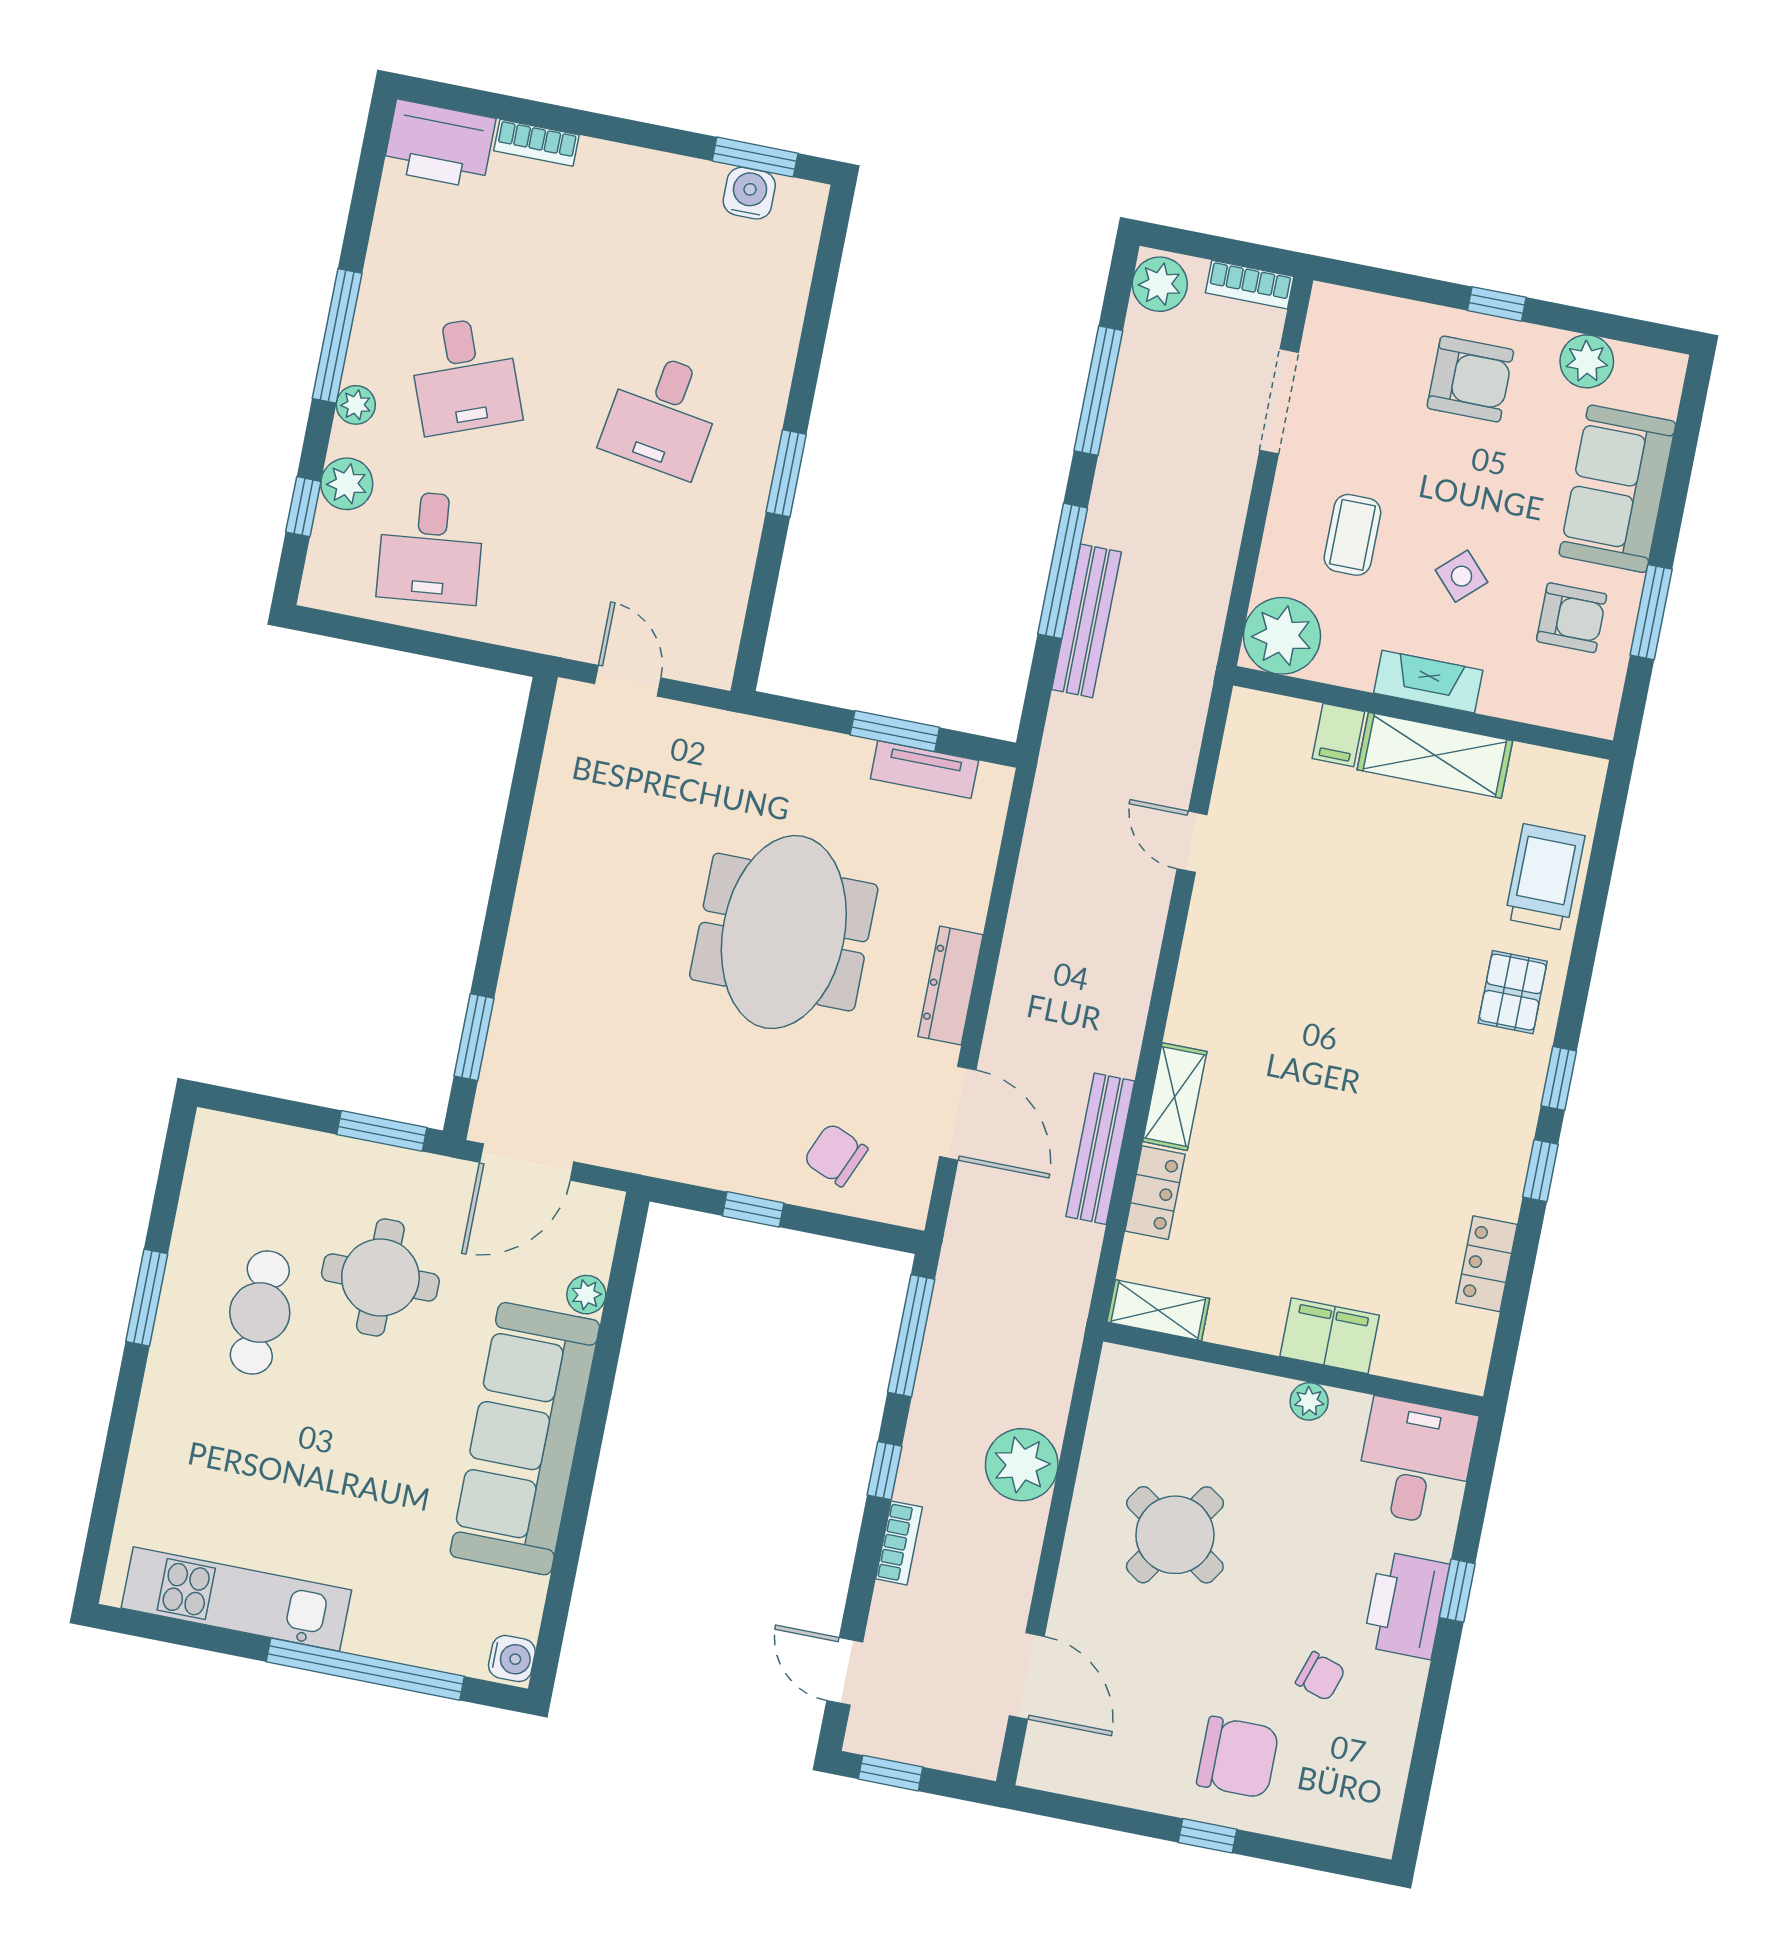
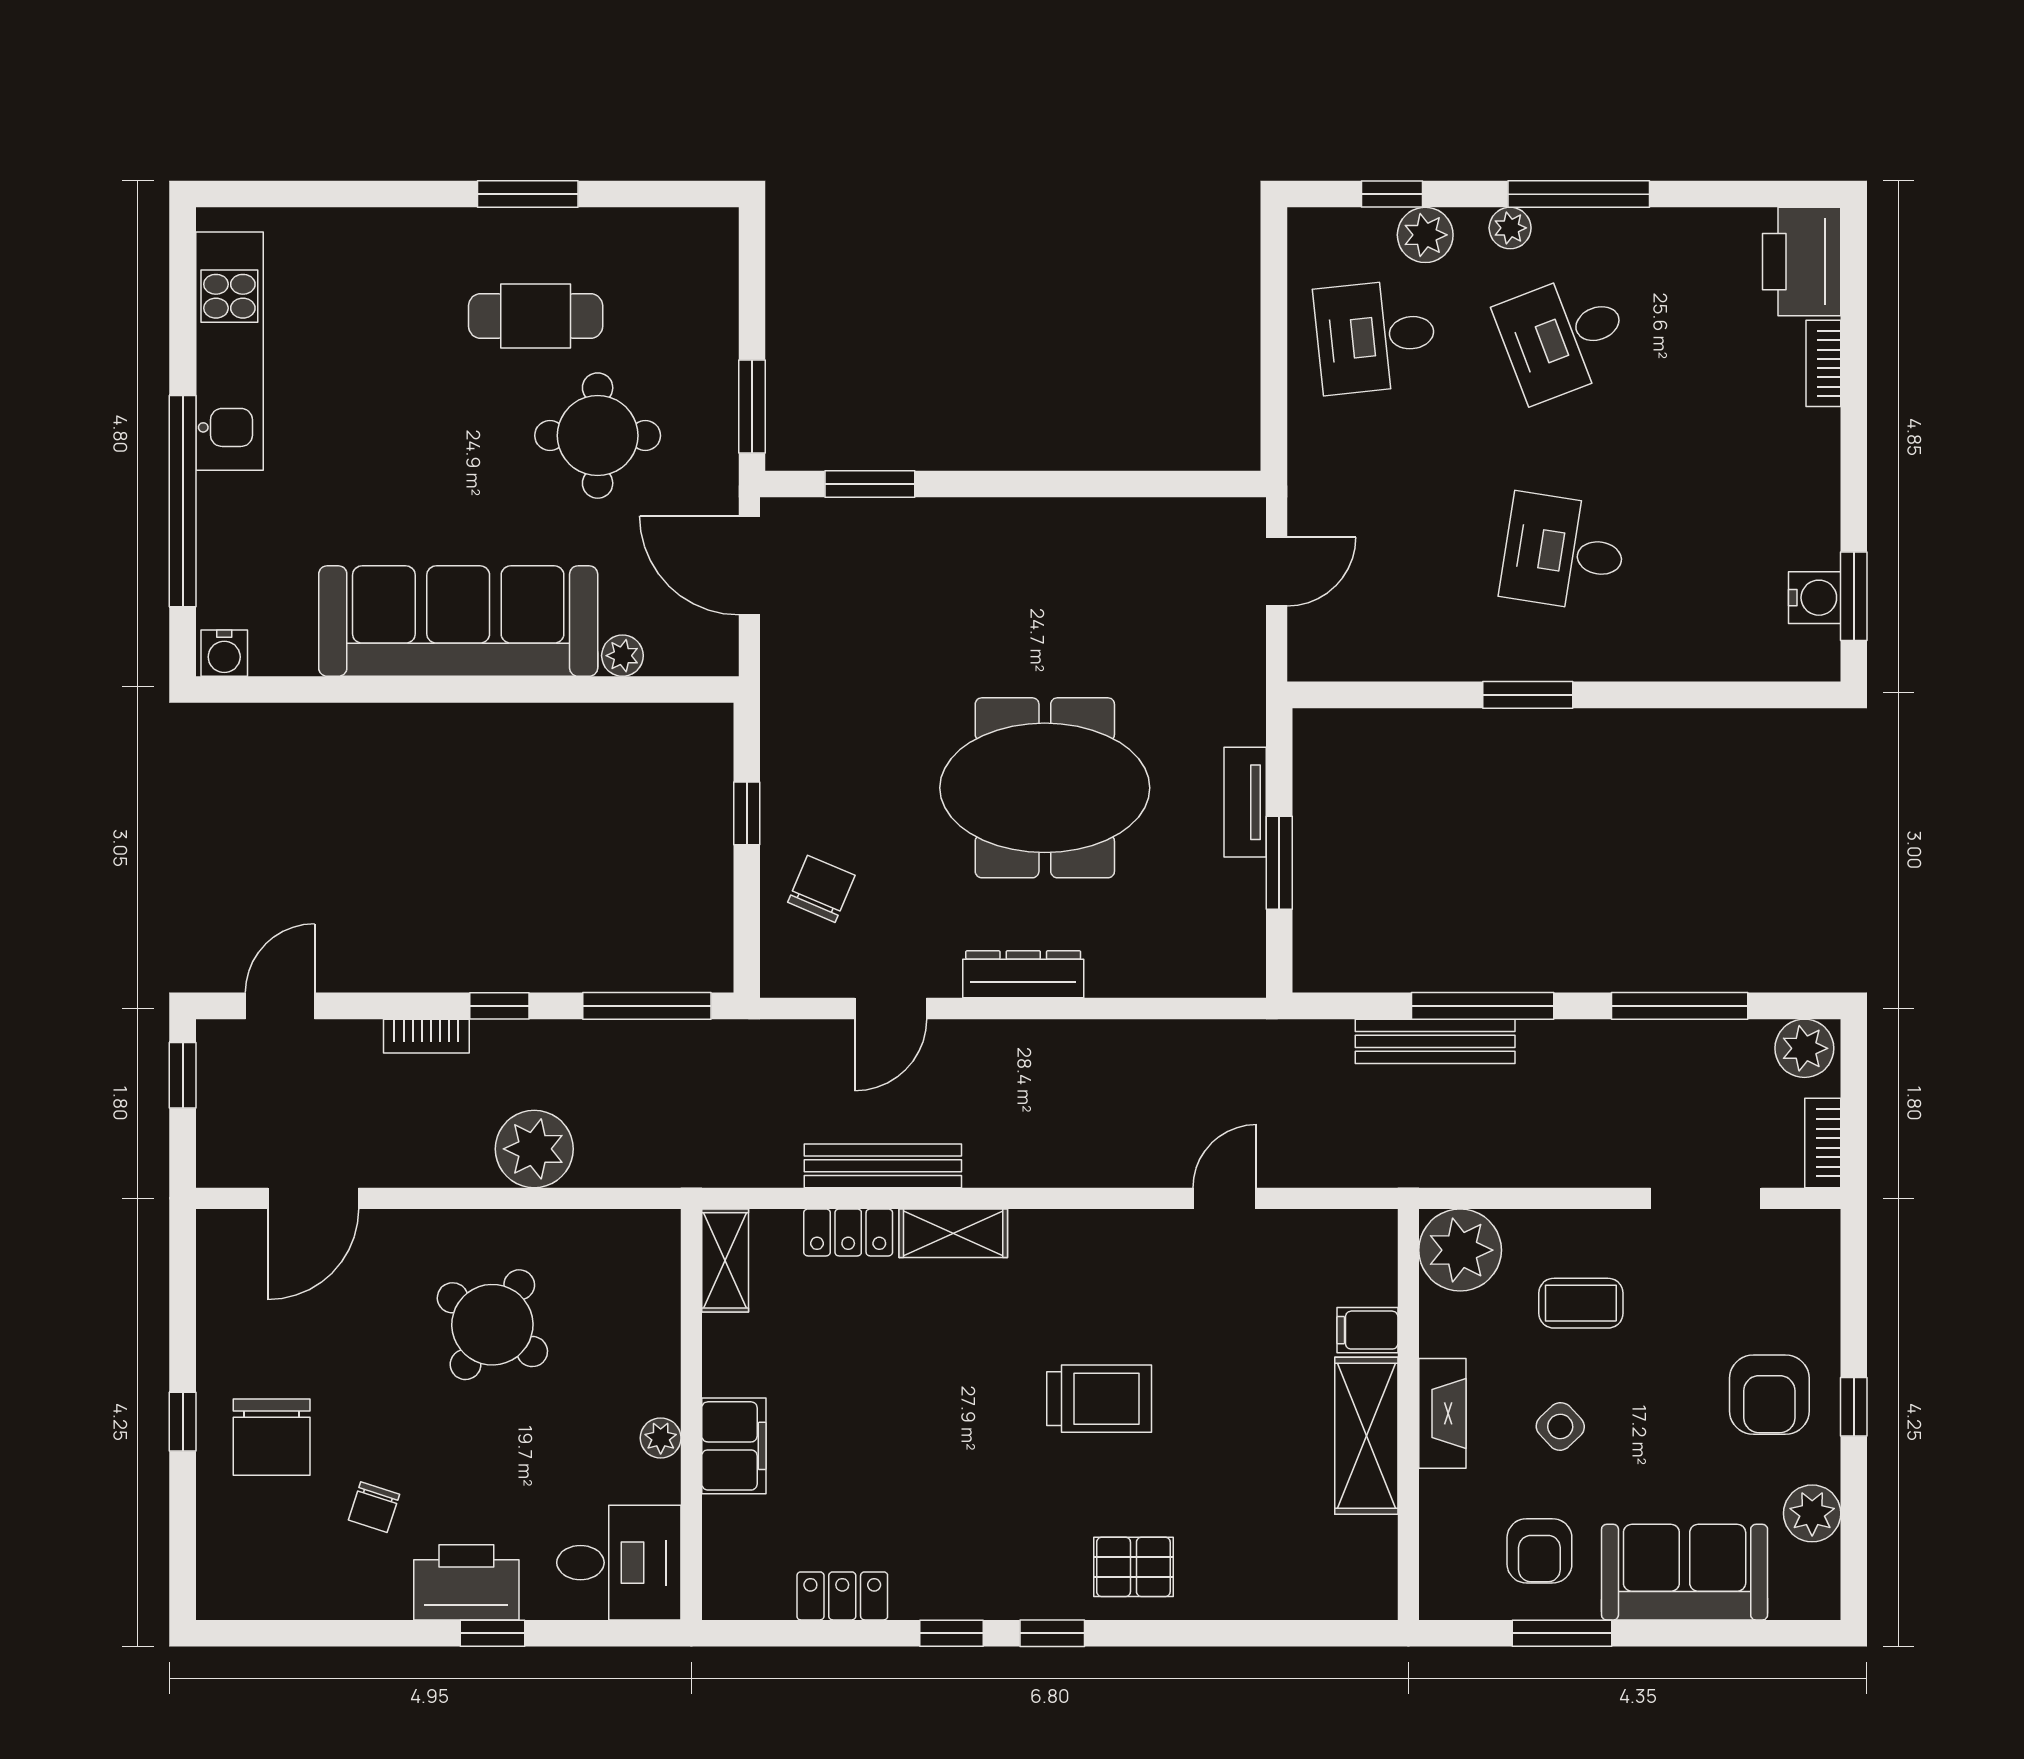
tv unit: (924, 770) -> (1245, 802), moved
trolley: (1545, 877) -> (1099, 1399), moved
door: (958, 1113) -> (891, 1009), width x0.73

